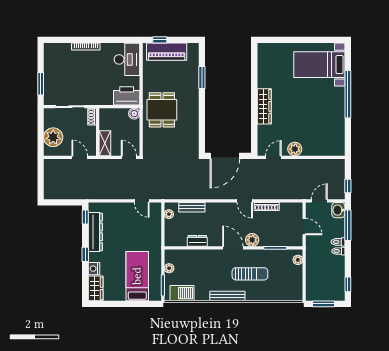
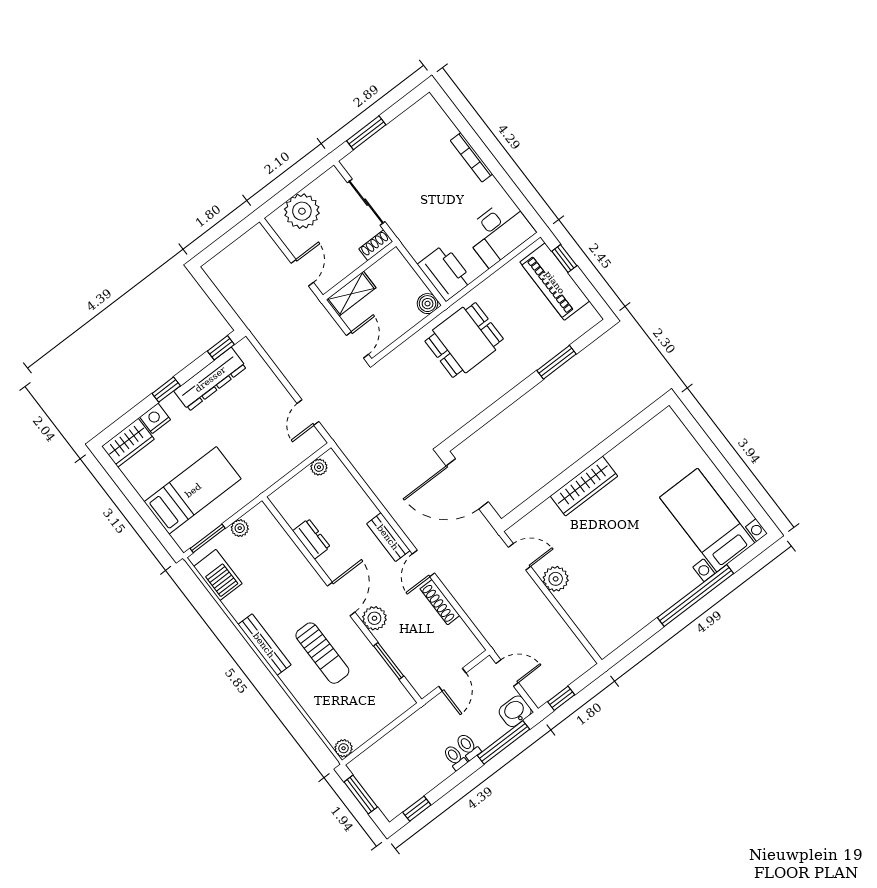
bench: (192, 207) -> (388, 537), moved
plant: (298, 260) -> (344, 748), moved

